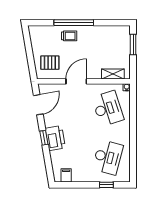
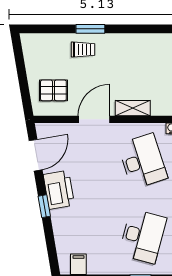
window: (74, 23) -> (90, 29), width x0.47
shelving: (113, 74) -> (133, 108), moved
printer: (55, 138) -> (59, 190), moved

